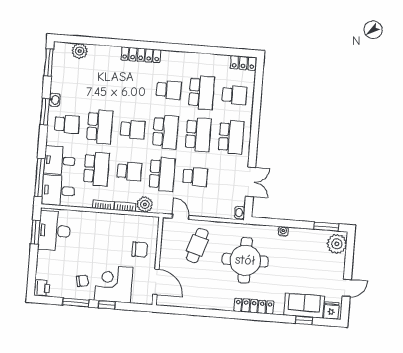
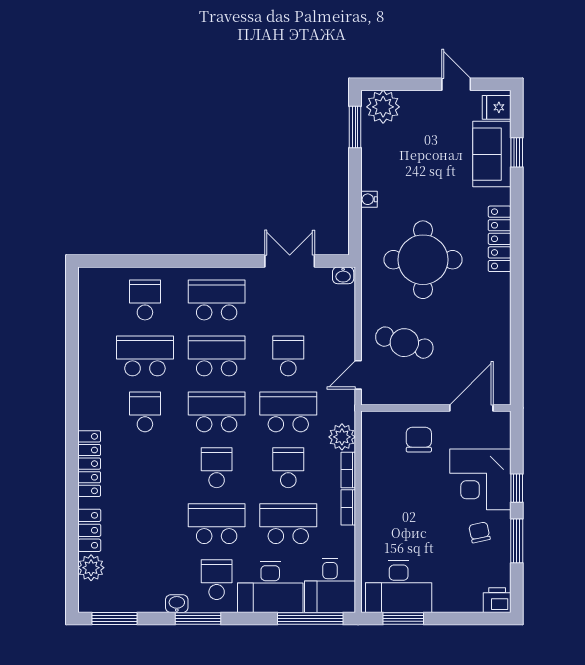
locker: (243, 63) -> (89, 530), moved
desk: (60, 161) -> (270, 587), width x1.37

